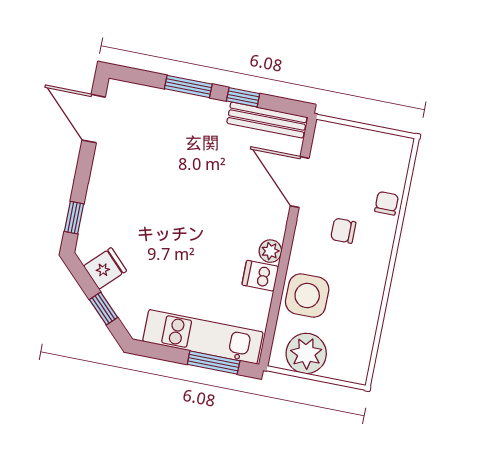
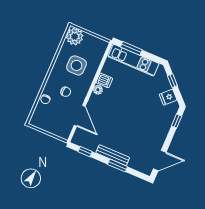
window: (243, 97) -> (85, 152), moved
door: (94, 119) -> (160, 160), hinge flipped
bench: (267, 120) -> (113, 155), moved
side table: (307, 295) -> (77, 65), moved
plant: (306, 353) -> (75, 37), moved

